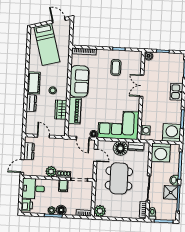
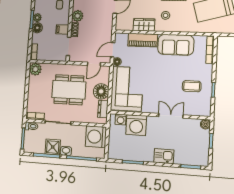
washing machine: (172, 133) -> (136, 125), moved, turned 90

